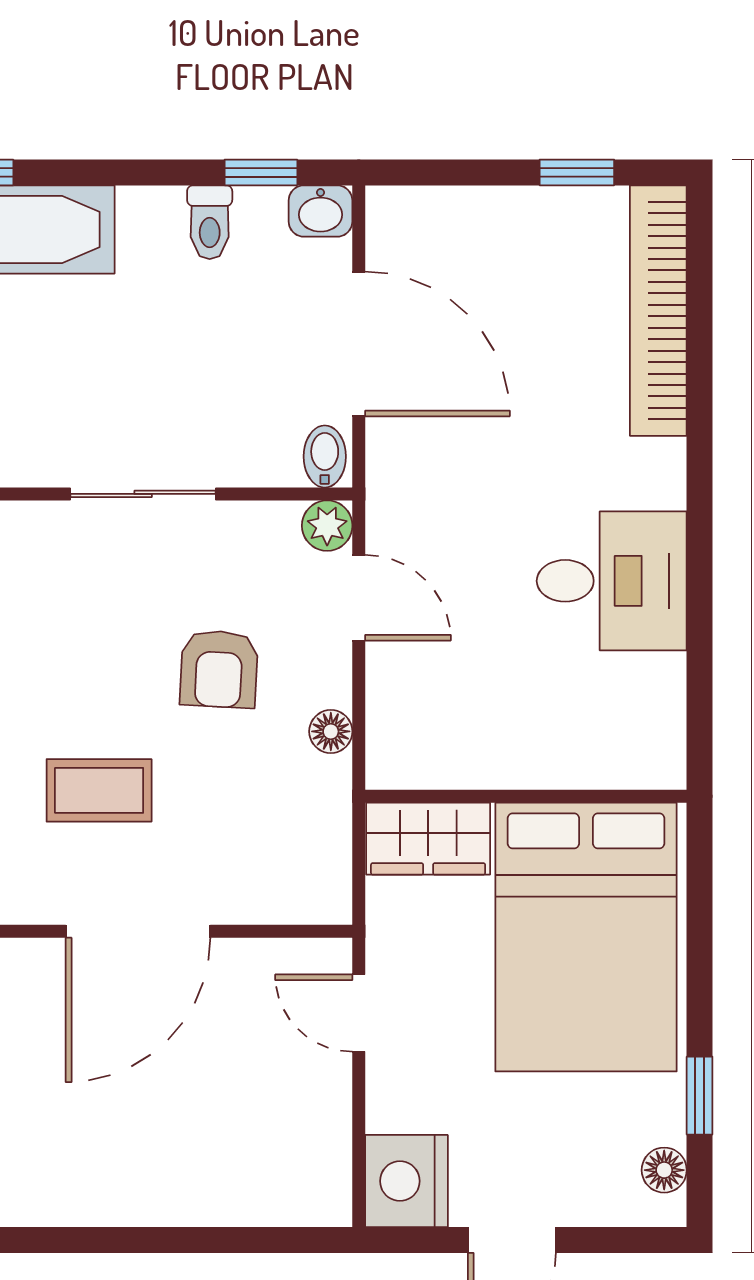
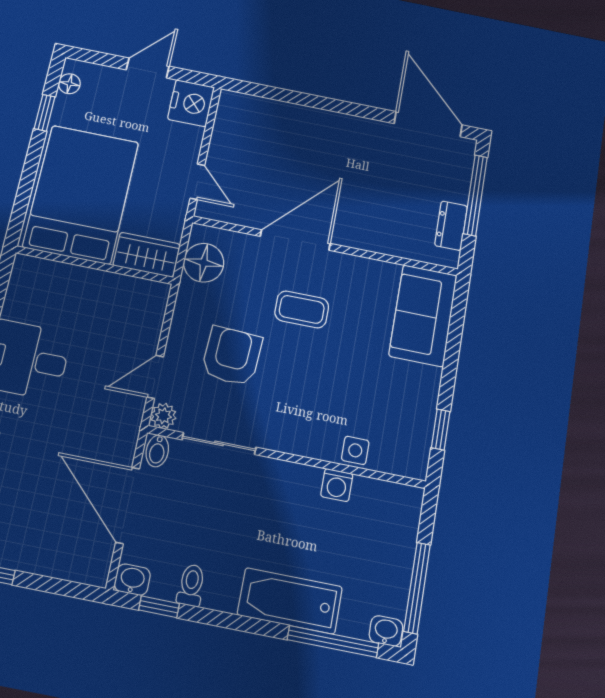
sliding door: (143, 494) -> (219, 443), moved
door: (359, 598) -> (155, 377), hinge flipped
armchair: (219, 669) -> (232, 356), width x1.38, depth x1.38
floor lamp: (331, 731) -> (204, 263), moved, width x1.89, depth x1.89

